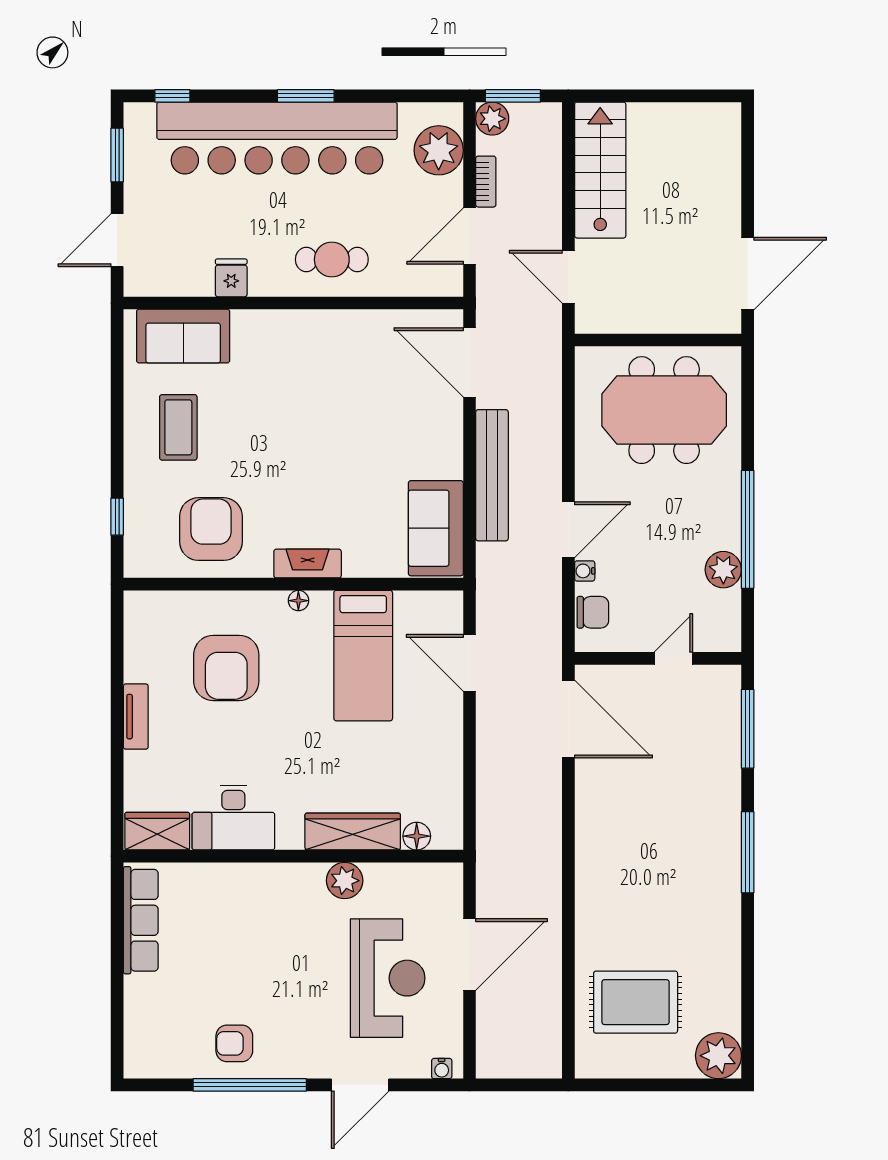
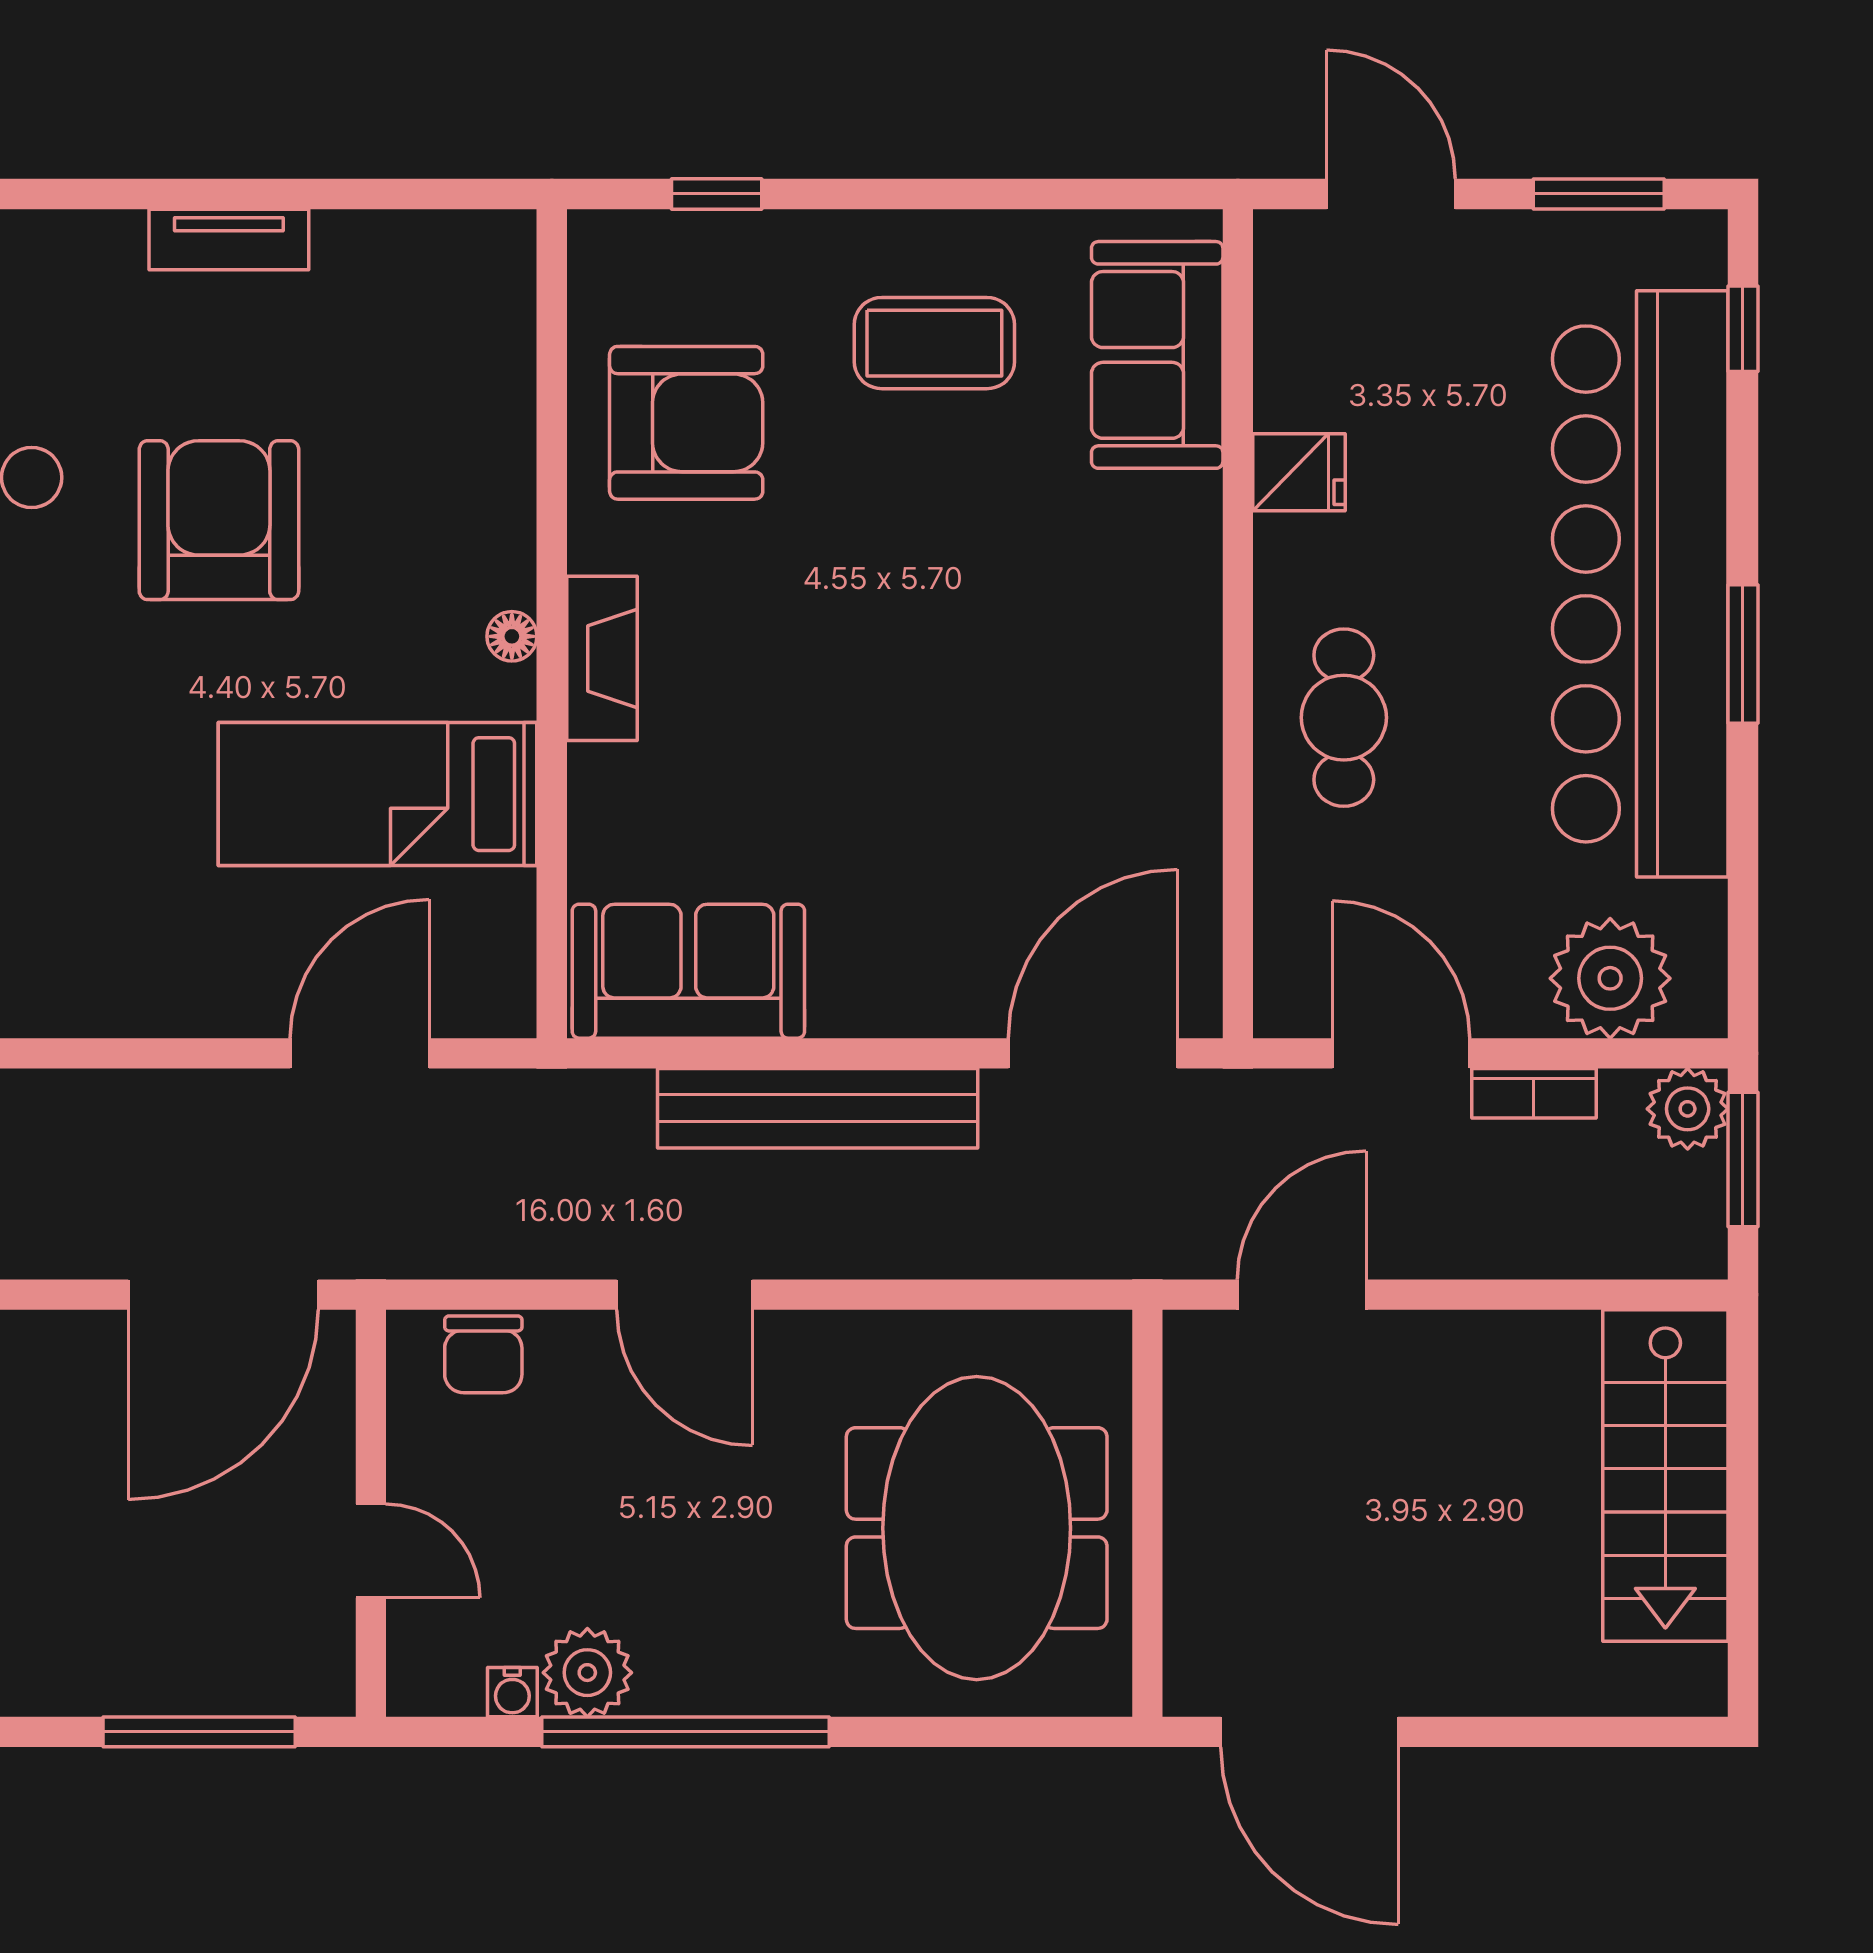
stairs: (600, 170) -> (1665, 1476), moved, turned 90
water cooler: (585, 571) -> (512, 1692), moved, turned 180
armchair: (226, 668) -> (219, 520), moved, turned 90

